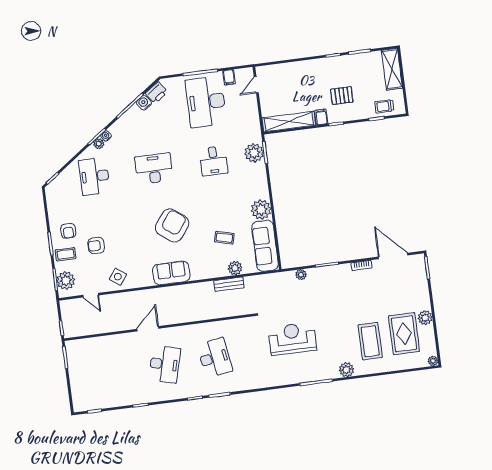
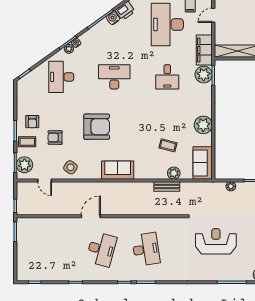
filing cabinet: (251, 125) -> (204, 50), added
armchair: (172, 225) -> (97, 127), moved, turned 53
sofa: (265, 246) -> (203, 163), width x0.73

